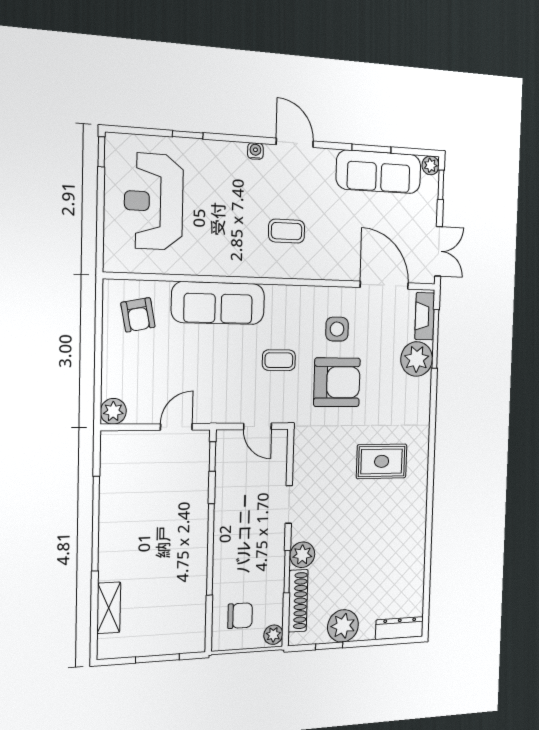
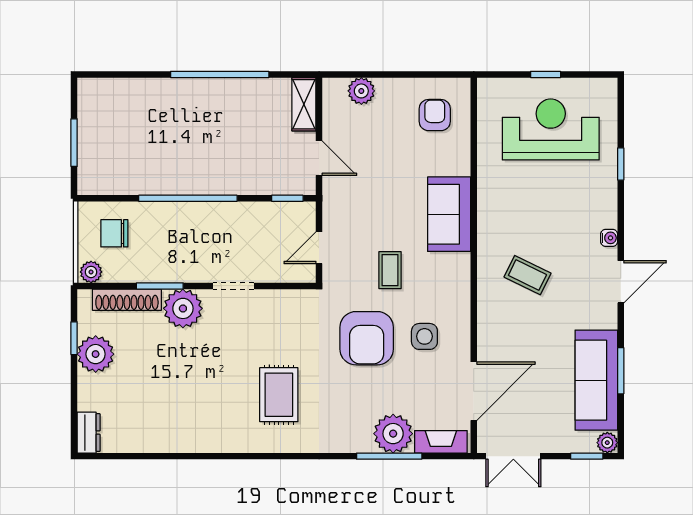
window: (101, 152) -> (546, 74), moved
coffee table: (287, 231) -> (527, 275), turned -64
sofa: (218, 303) -> (449, 214), width x0.73
armchair: (138, 315) -> (435, 115), turned 101
window: (435, 339) -> (389, 456), moved
plant: (113, 411) -> (361, 91), moved
plant: (302, 555) -> (183, 308), width x1.36, depth x1.36
shelving: (109, 608) -> (304, 104), moved, turned 90
chair: (240, 616) -> (114, 233), turned 90
dresser: (400, 628) -> (89, 433), width x0.70

